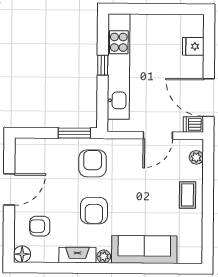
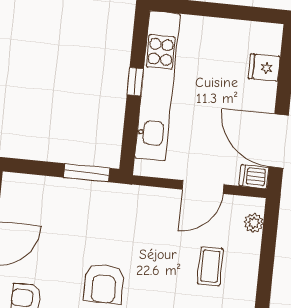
armchair: (93, 163) -> (108, 218), removed
coffee table: (188, 195) -> (210, 266), moved

